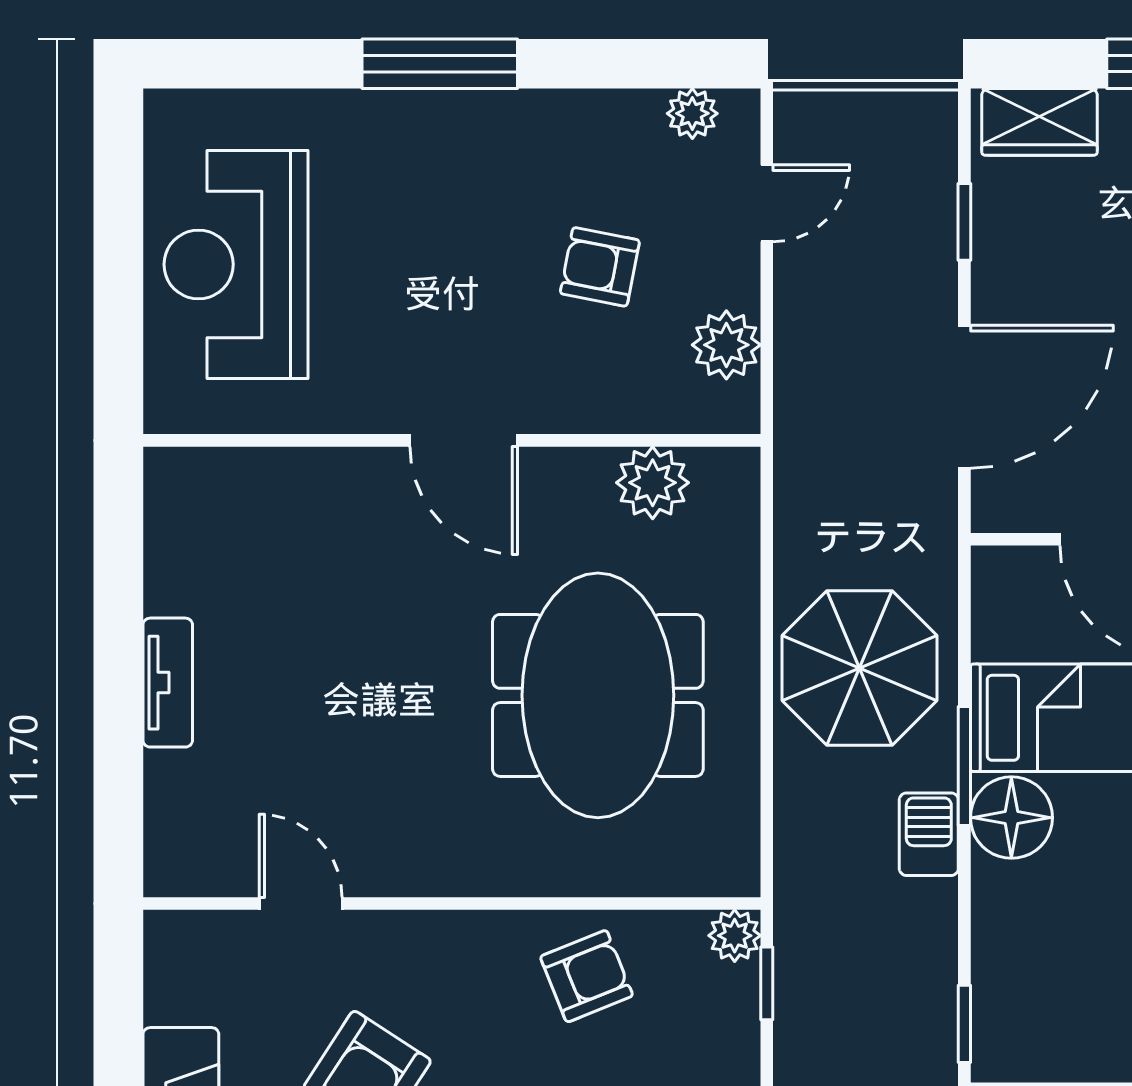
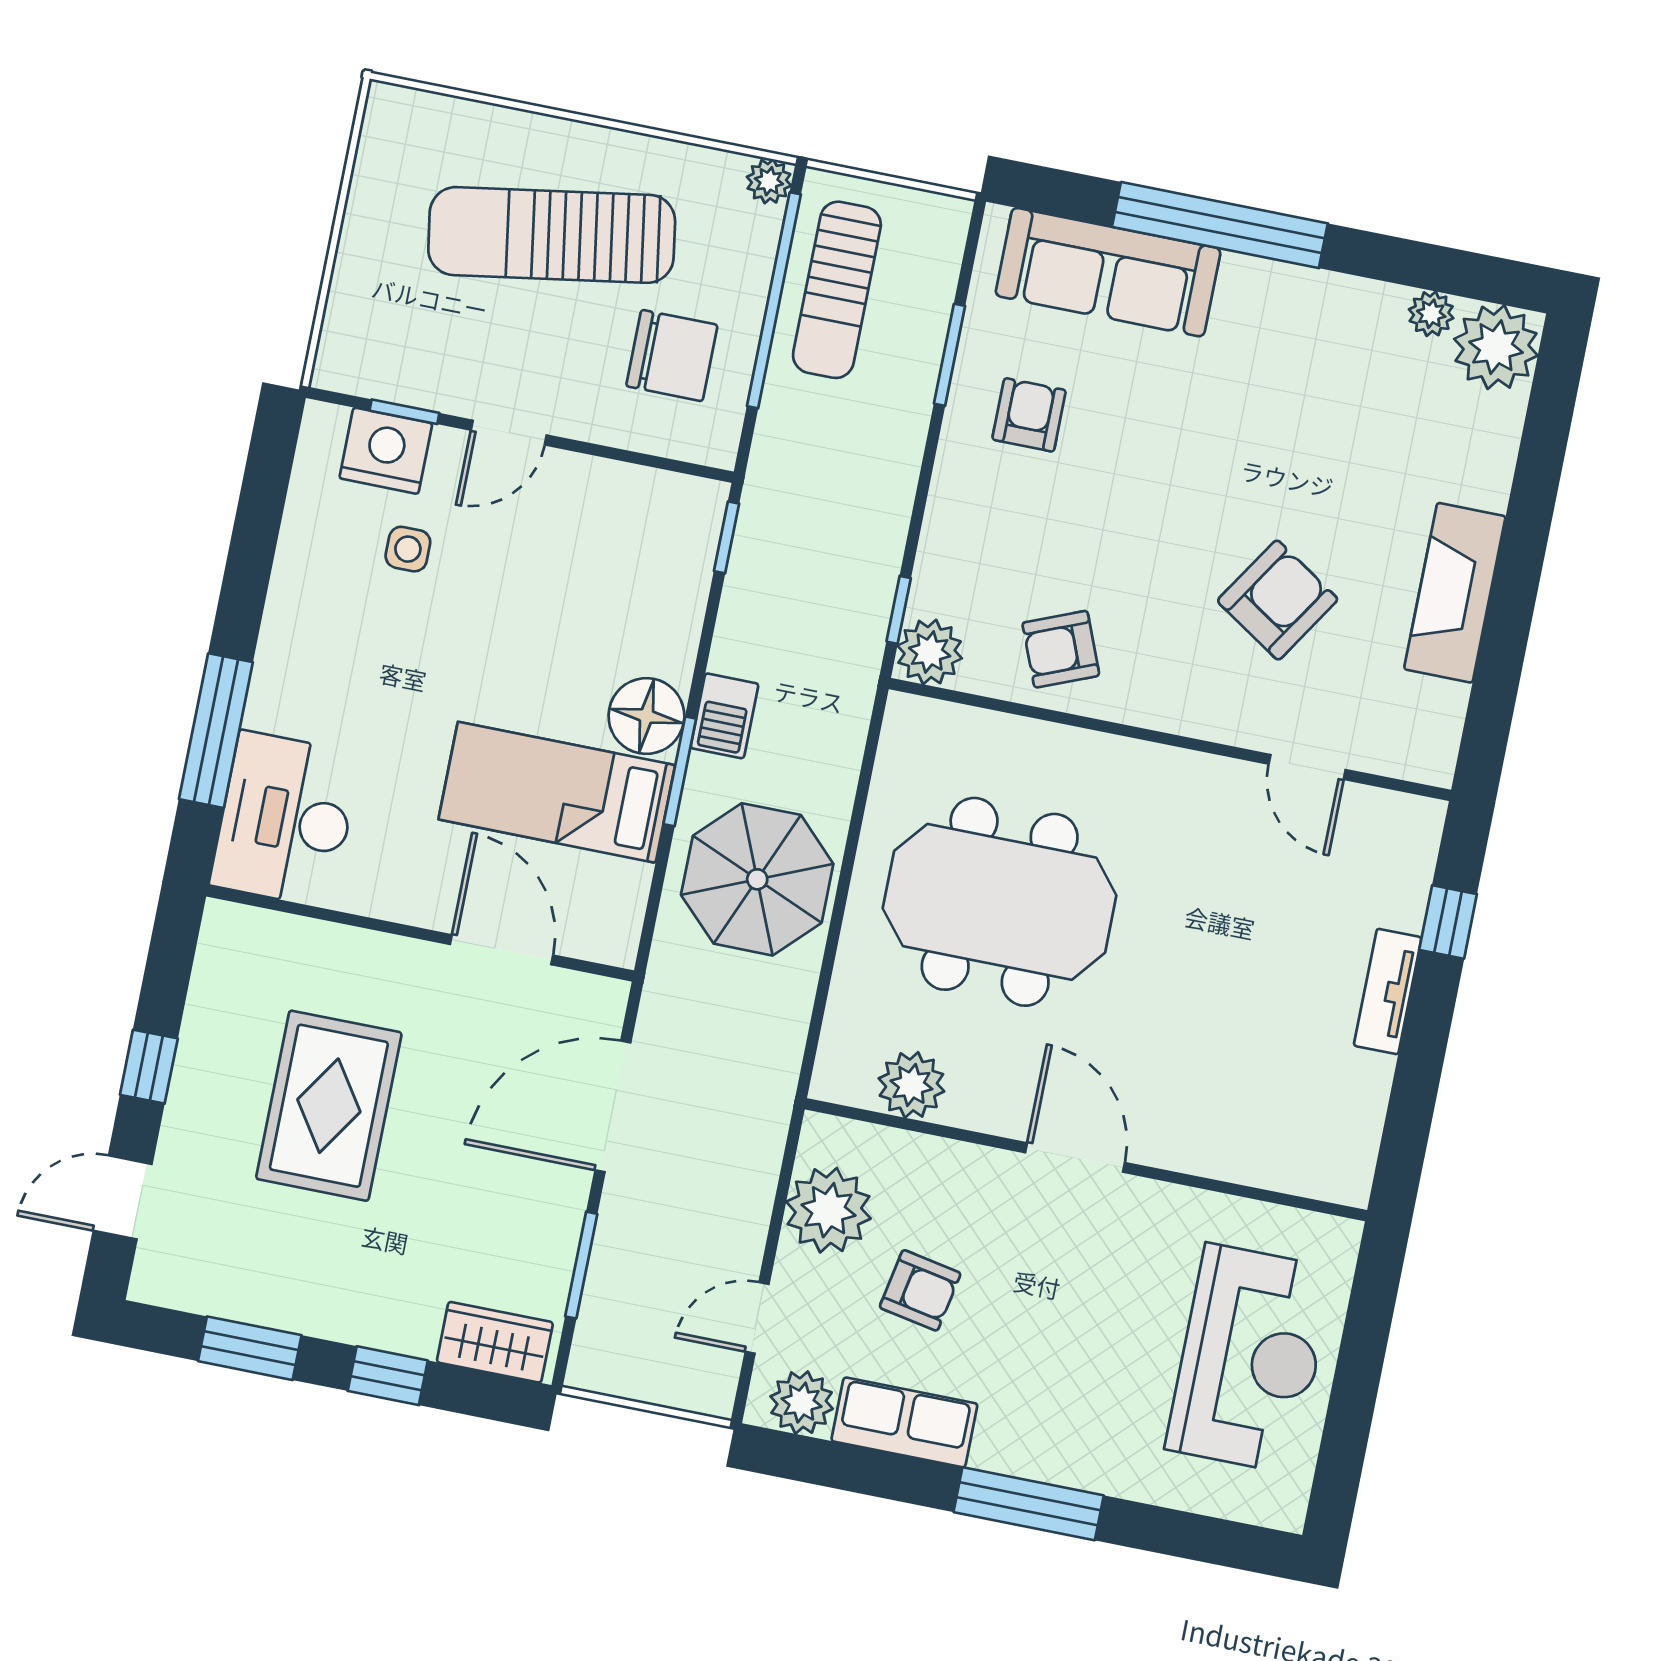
plant: (692, 113) -> (802, 1403), width x1.38, depth x1.38
row of seats: (589, 124) -> (904, 1422), added
window: (964, 222) -> (581, 1265), width x1.50
plant: (726, 345) -> (828, 1210), width x1.36, depth x1.36
meeting table: (598, 695) -> (1000, 902), turned 90
window: (118, 769) -> (1448, 922), added
plant: (735, 936) -> (930, 652), width x1.38, depth x1.38

